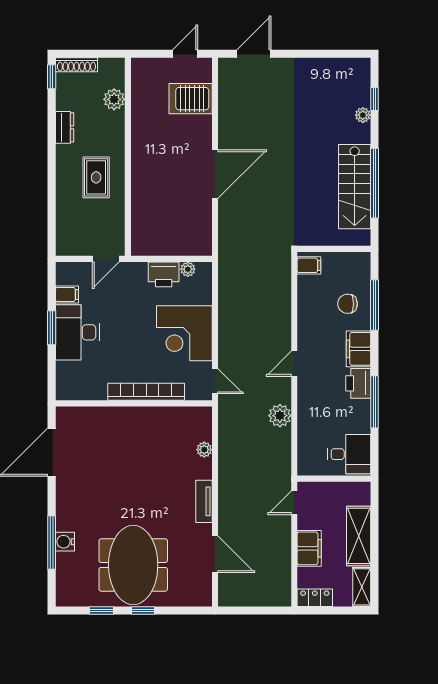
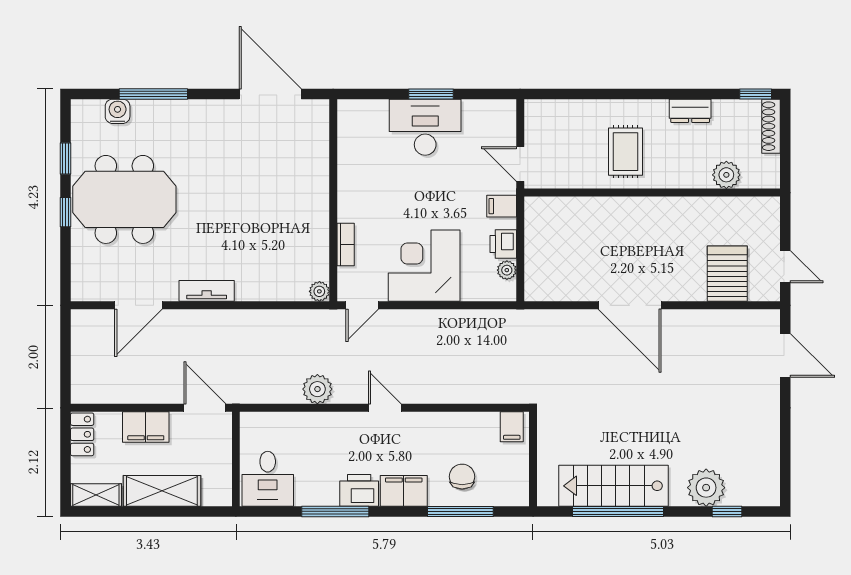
plant: (363, 115) -> (706, 488), width x1.87, depth x1.87
rug: (96, 177) -> (625, 152), turned 90
printer: (164, 274) -> (503, 244), width x0.73, depth x0.81
filing cabinet: (67, 294) -> (502, 206), moved, turned 90
bookcase: (146, 392) -> (346, 244), width x0.43, depth x0.76
plant: (204, 450) -> (319, 291), moved
door: (294, 503) -> (205, 408), width x1.38
water cooler: (65, 542) -> (118, 111), moved

